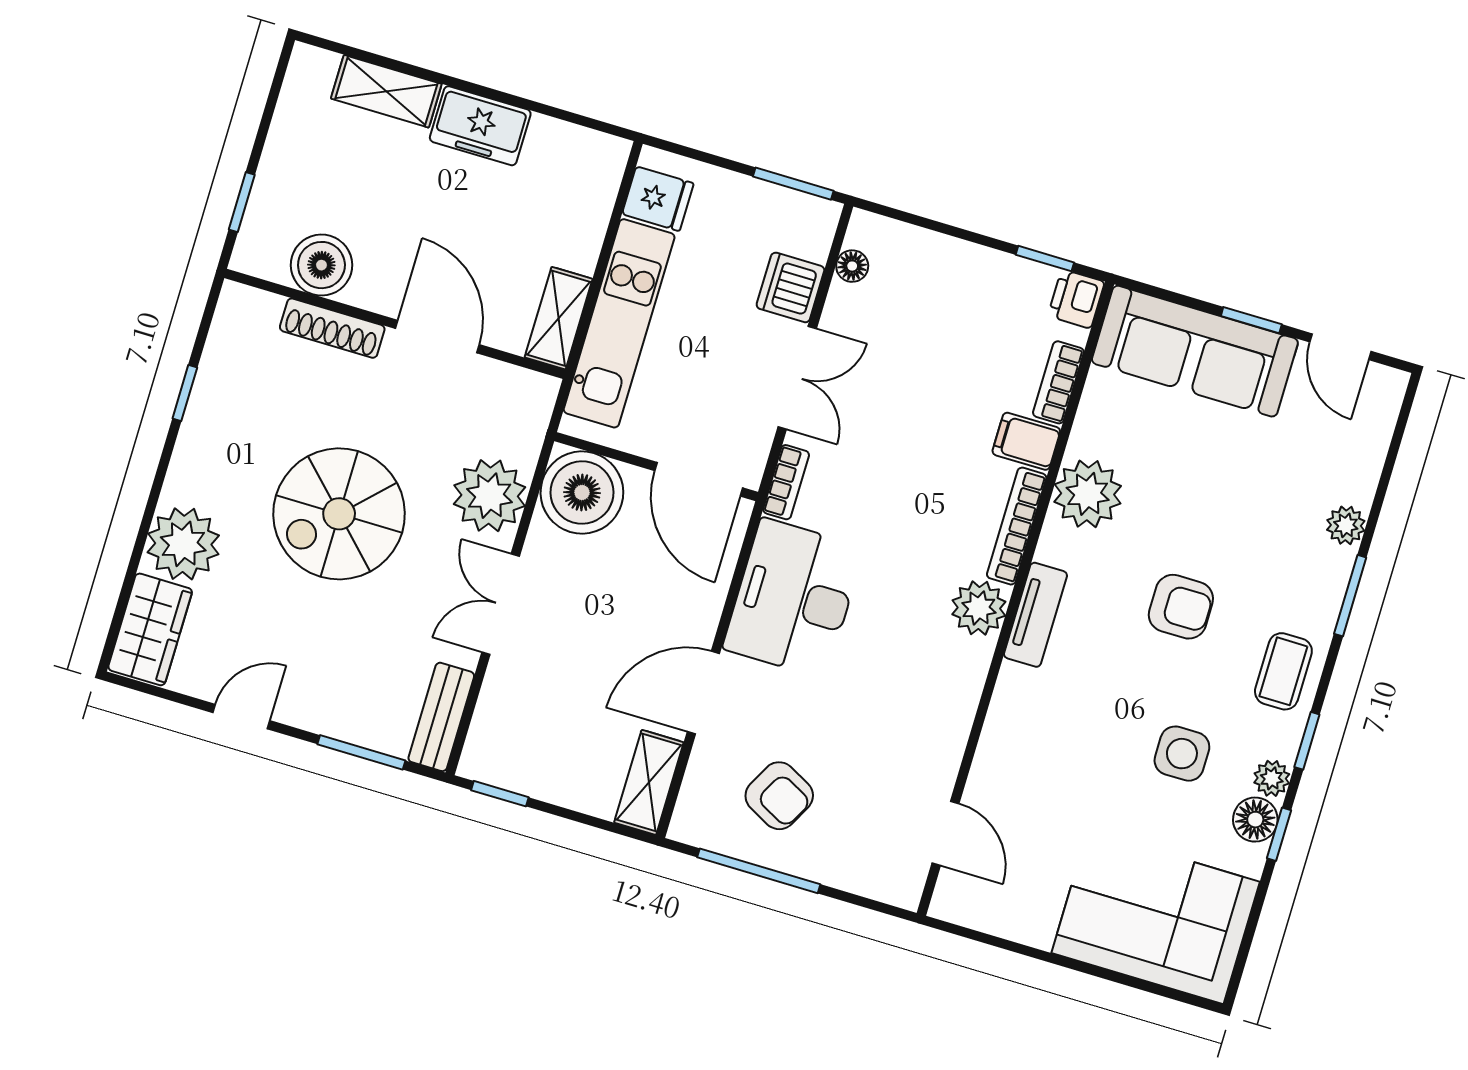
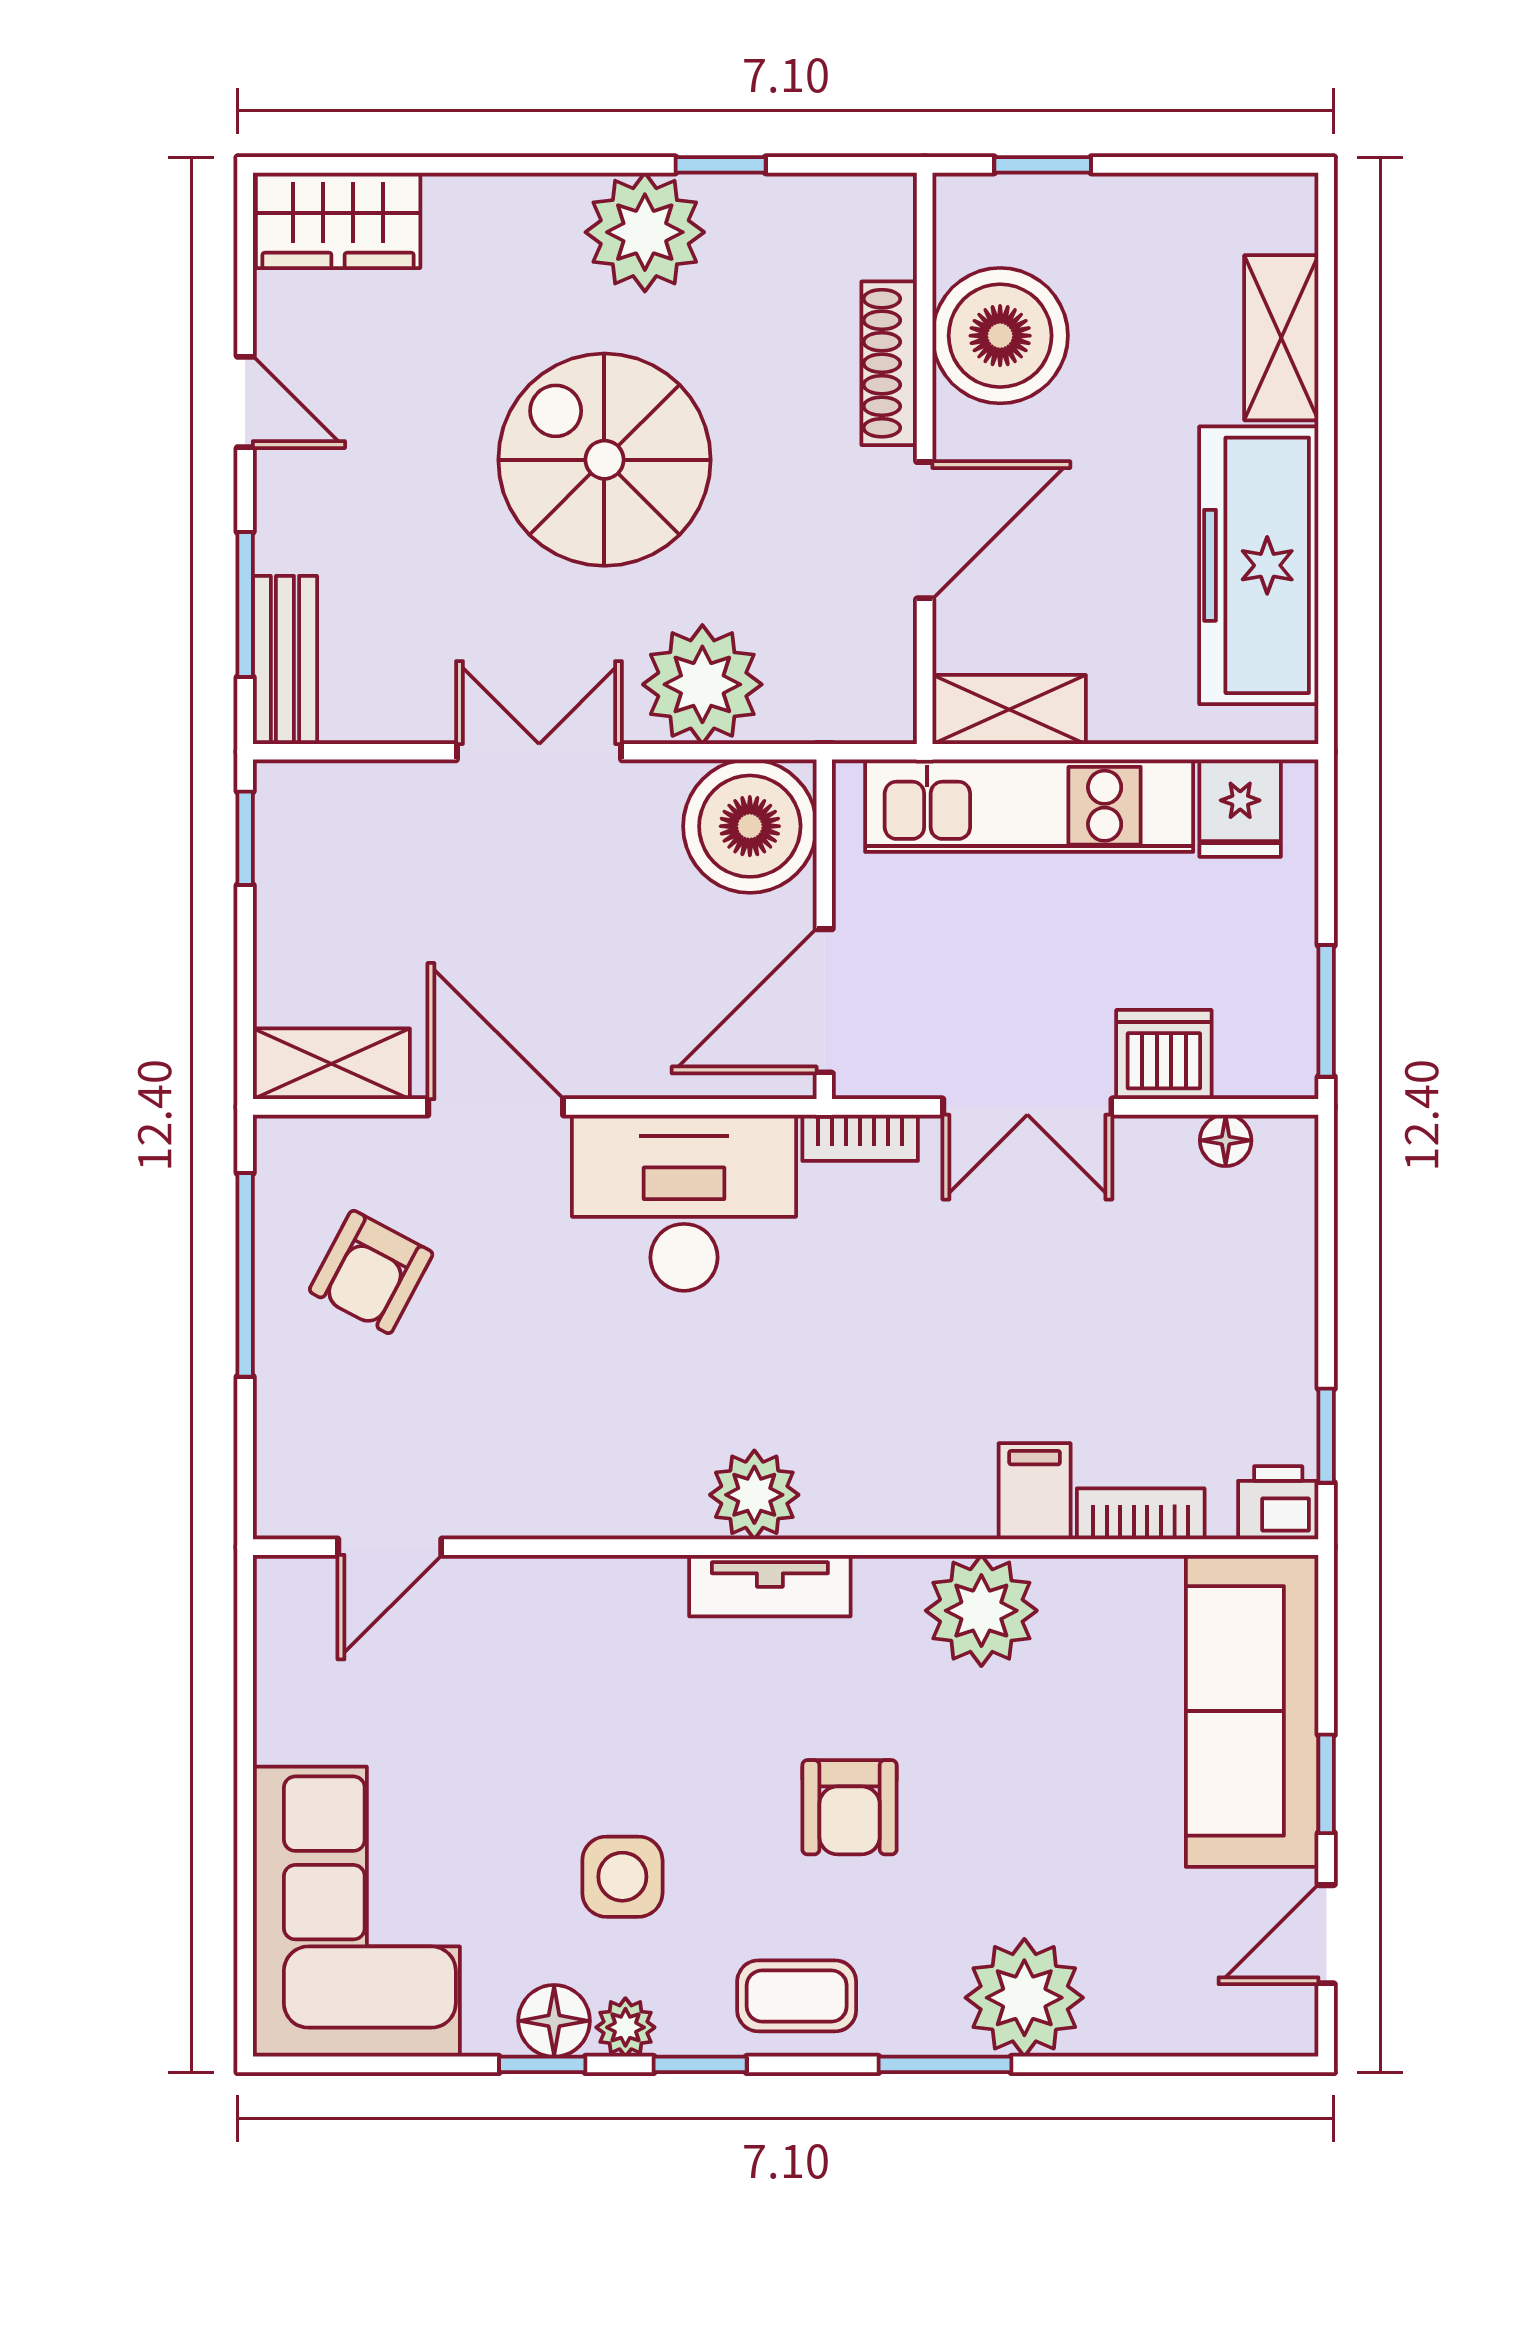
freezer: (480, 126) -> (1259, 565), width x1.91, depth x1.26
boiler: (321, 265) -> (1000, 336), width x1.37, depth x1.37
plant: (1346, 525) -> (1024, 1998), width x1.87, depth x1.87
bookcase: (1017, 526) -> (899, 1515), removed
plant: (183, 544) -> (645, 232), moved
bench: (441, 717) -> (285, 660), moved, turned 90

